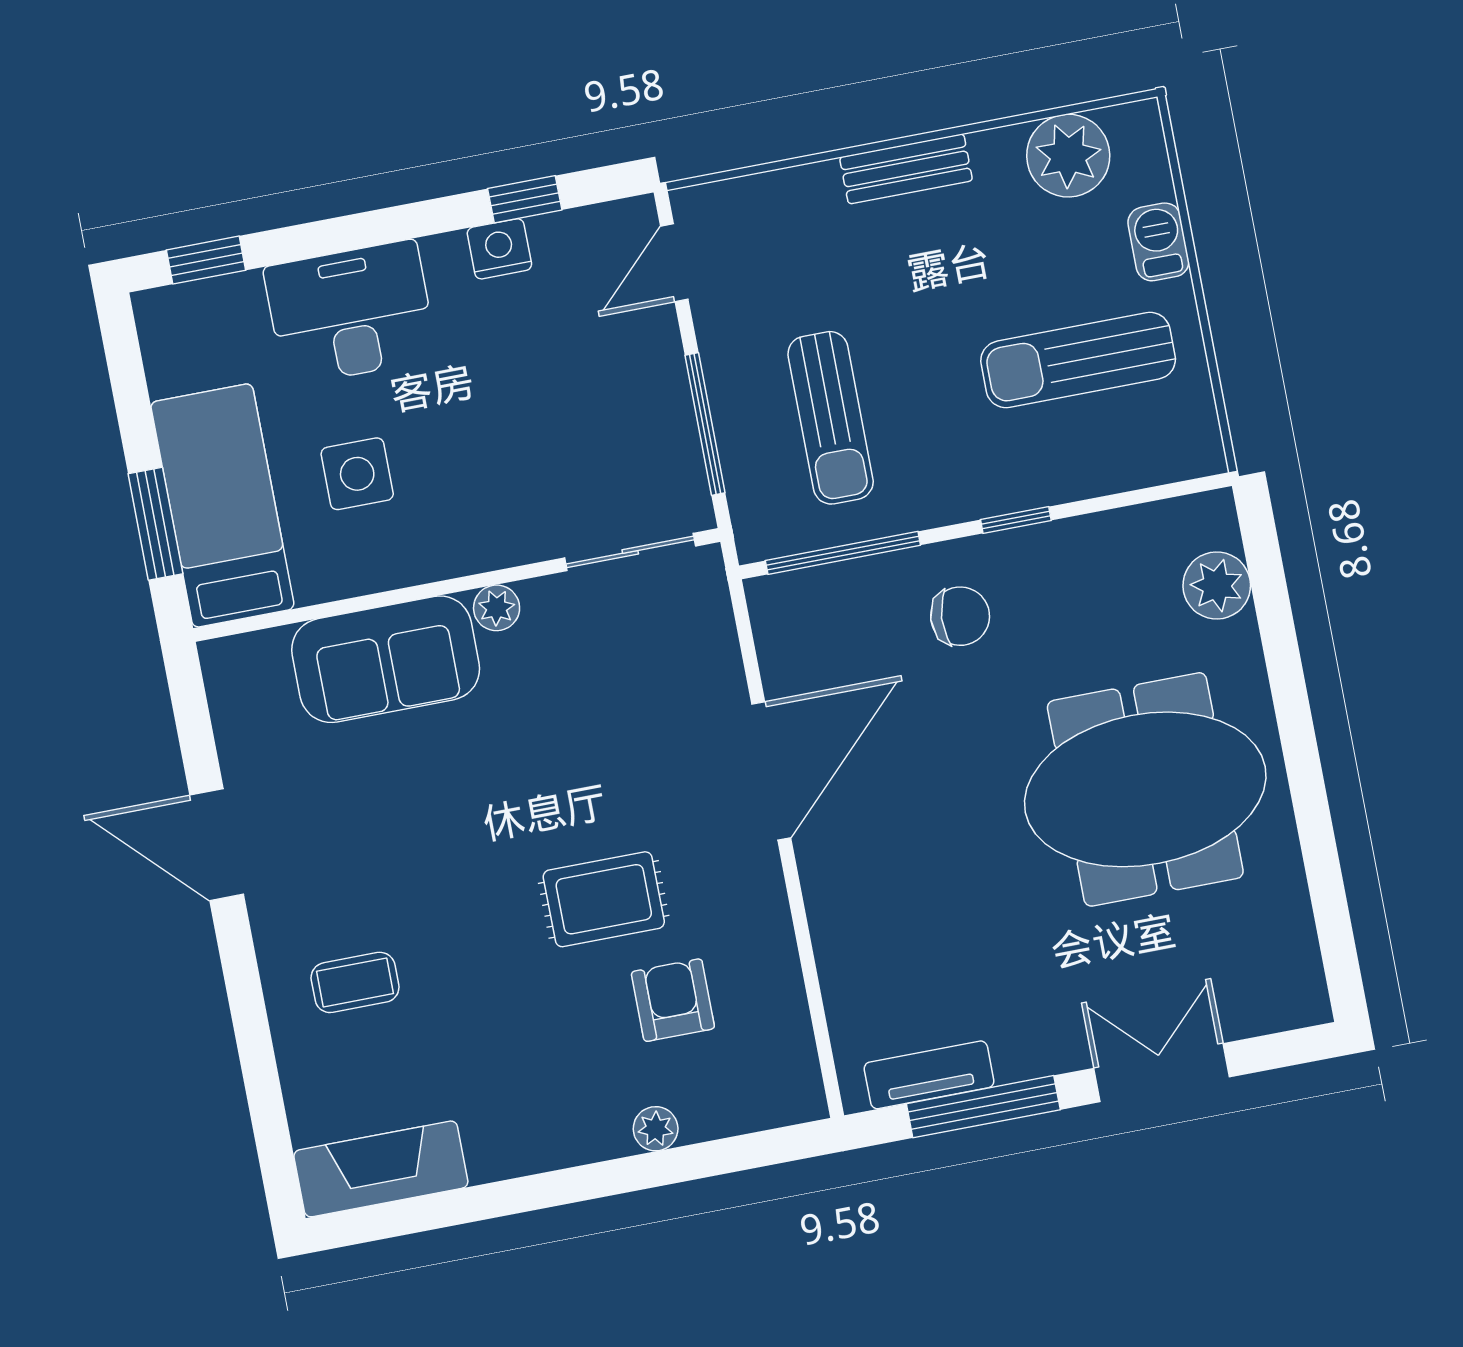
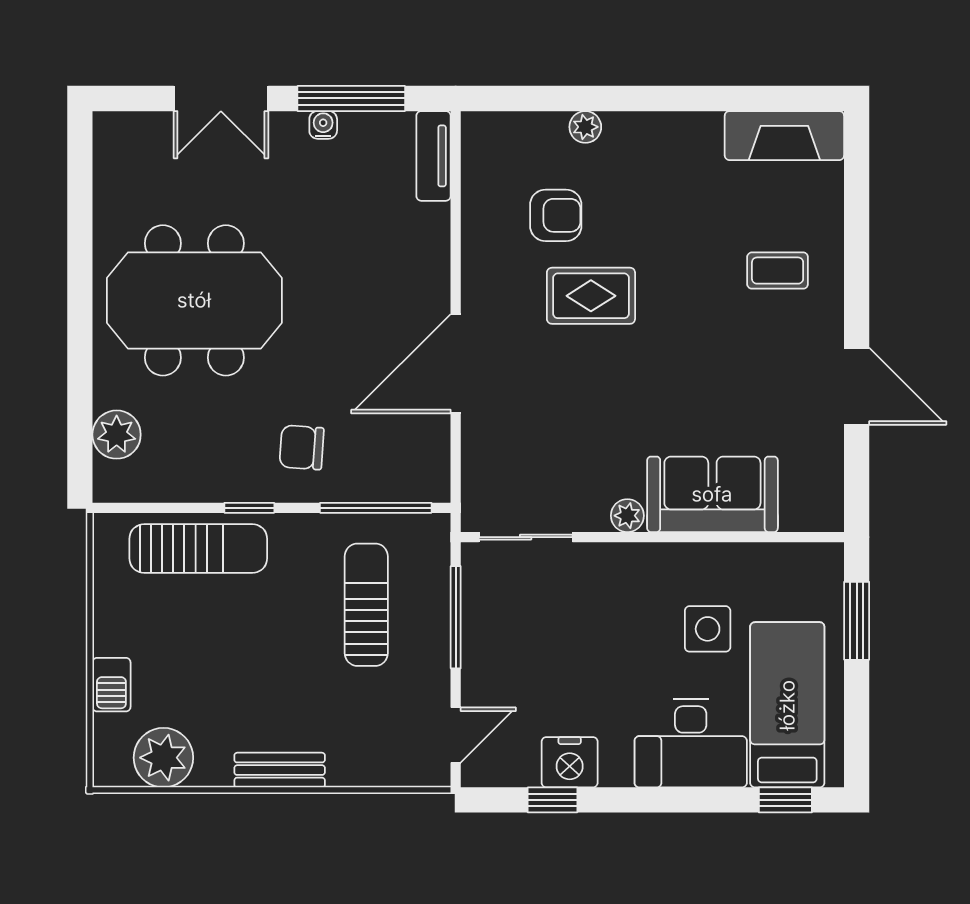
nightstand: (499, 249) -> (570, 762), width x1.36, depth x1.33
sun lounger: (1078, 360) -> (198, 549), moved
bed: (222, 505) -> (787, 705), moved, turned 180
armchair: (673, 1000) -> (556, 215), turned -90
water cooler: (1015, 1063) -> (323, 125), added
tv unit: (929, 1075) -> (434, 156), moved, turned 90

